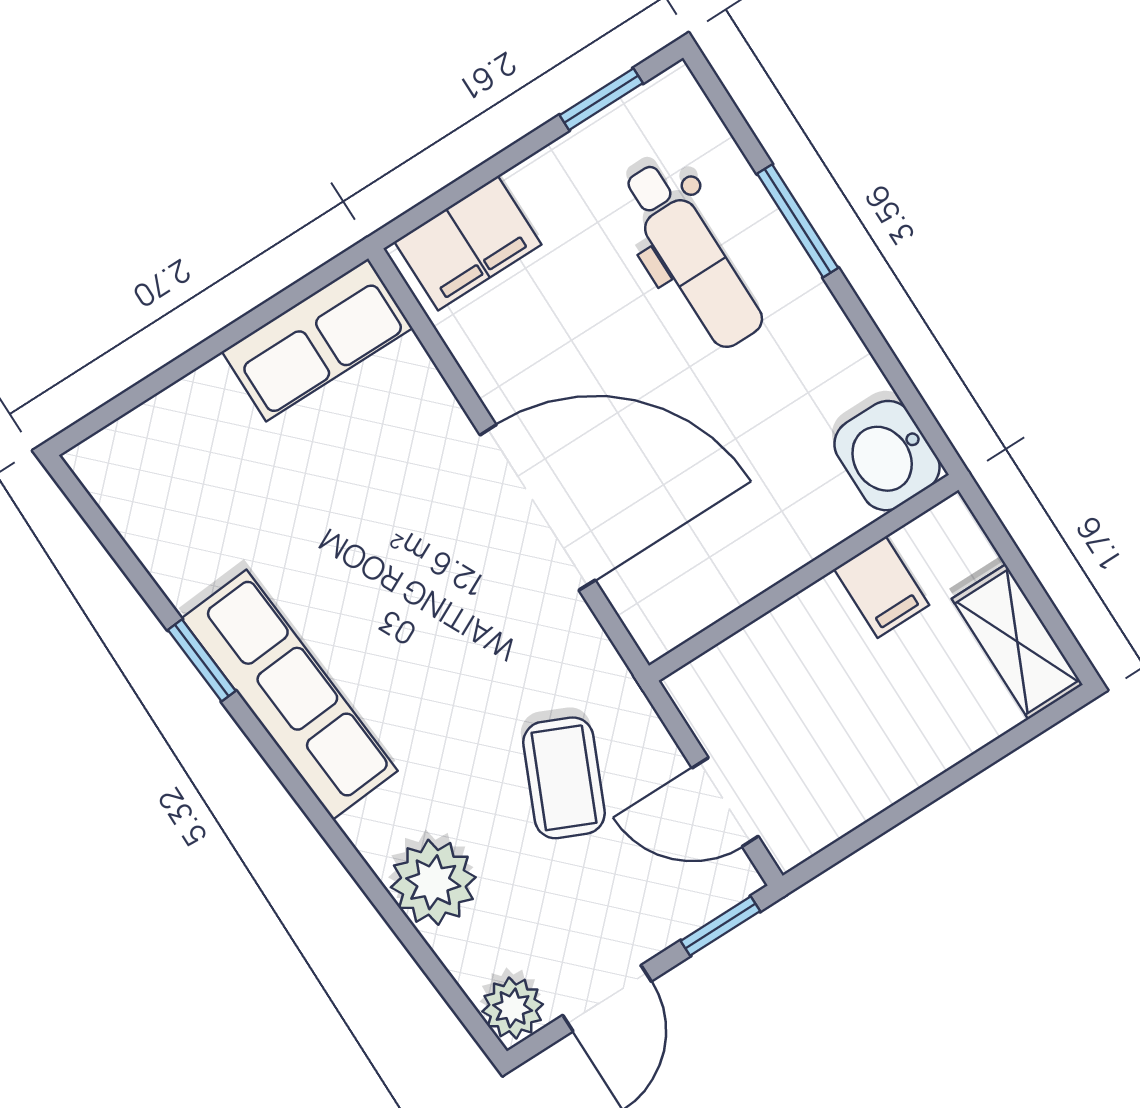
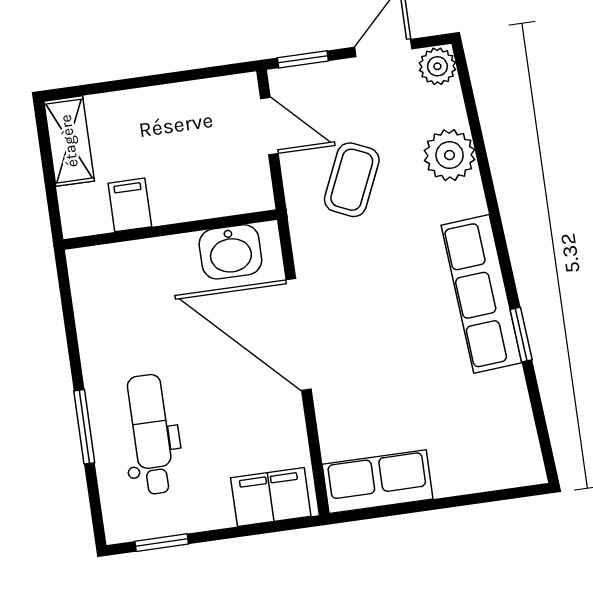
washbasin: (887, 456) -> (230, 252), moved, turned 90

